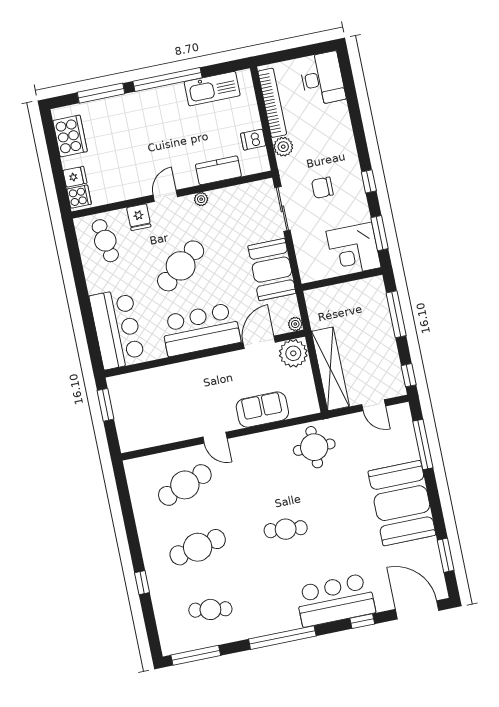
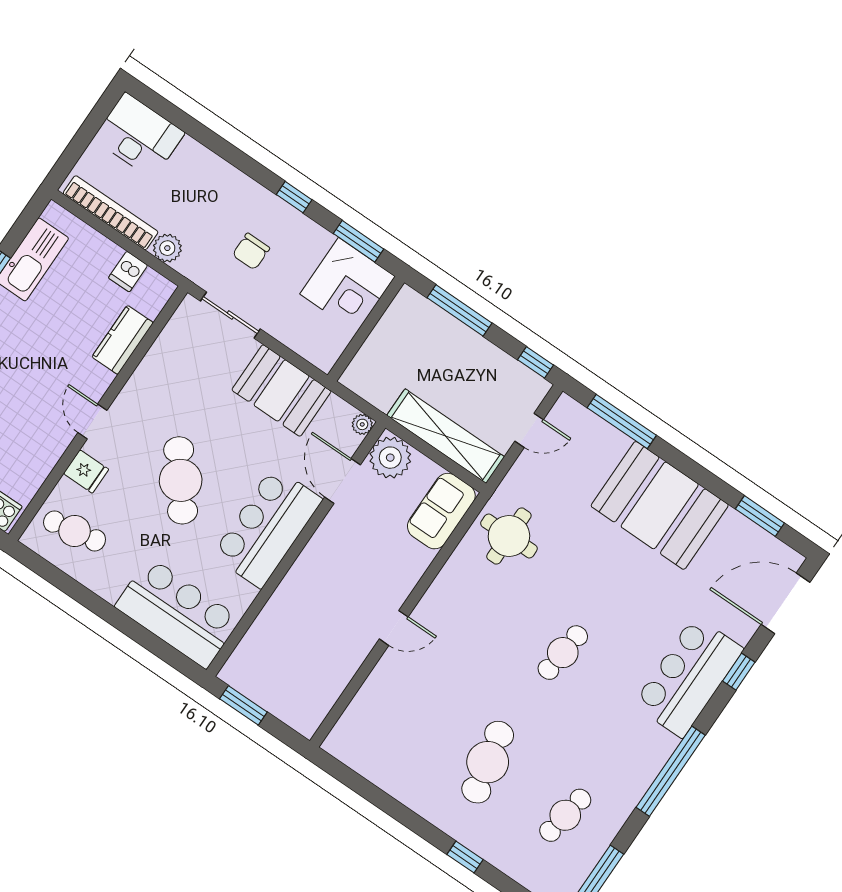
plant: (201, 199) -> (134, 388), removed
sofa: (262, 410) -> (441, 511), moved
cafe table: (185, 485) -> (410, 709), removed

